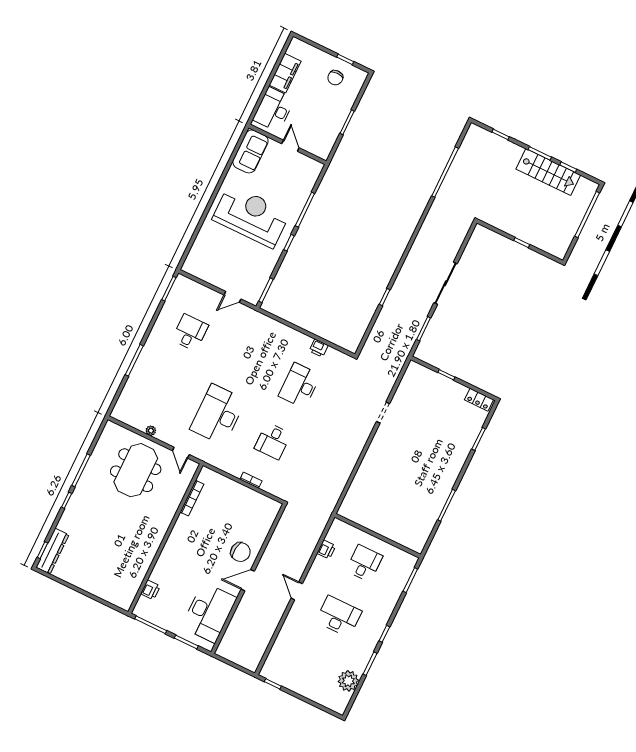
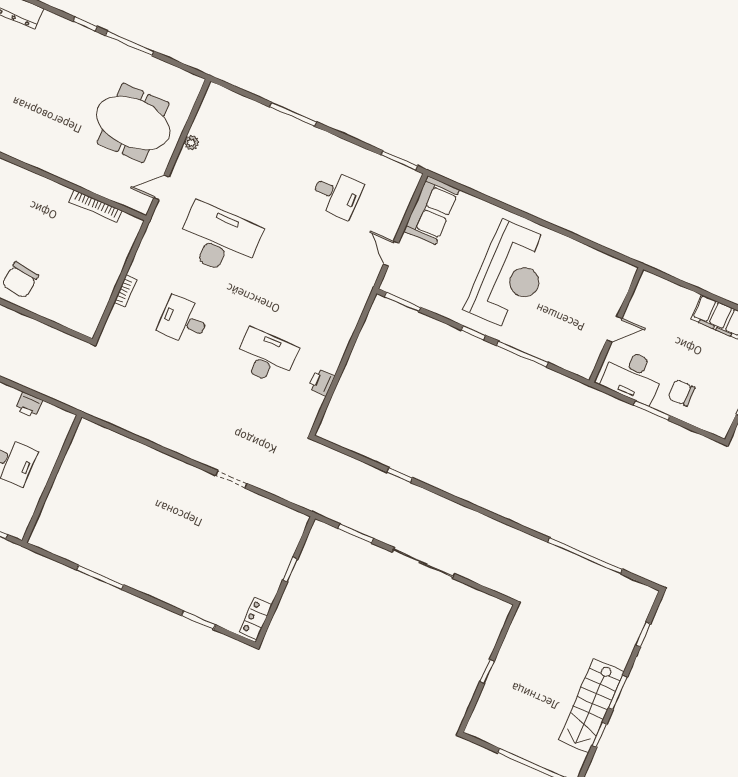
chair: (335, 78) -> (682, 393), moved
desk: (274, 109) -> (633, 376), moved, turned 180
sofa: (250, 151) -> (432, 210), moved, turned -90

